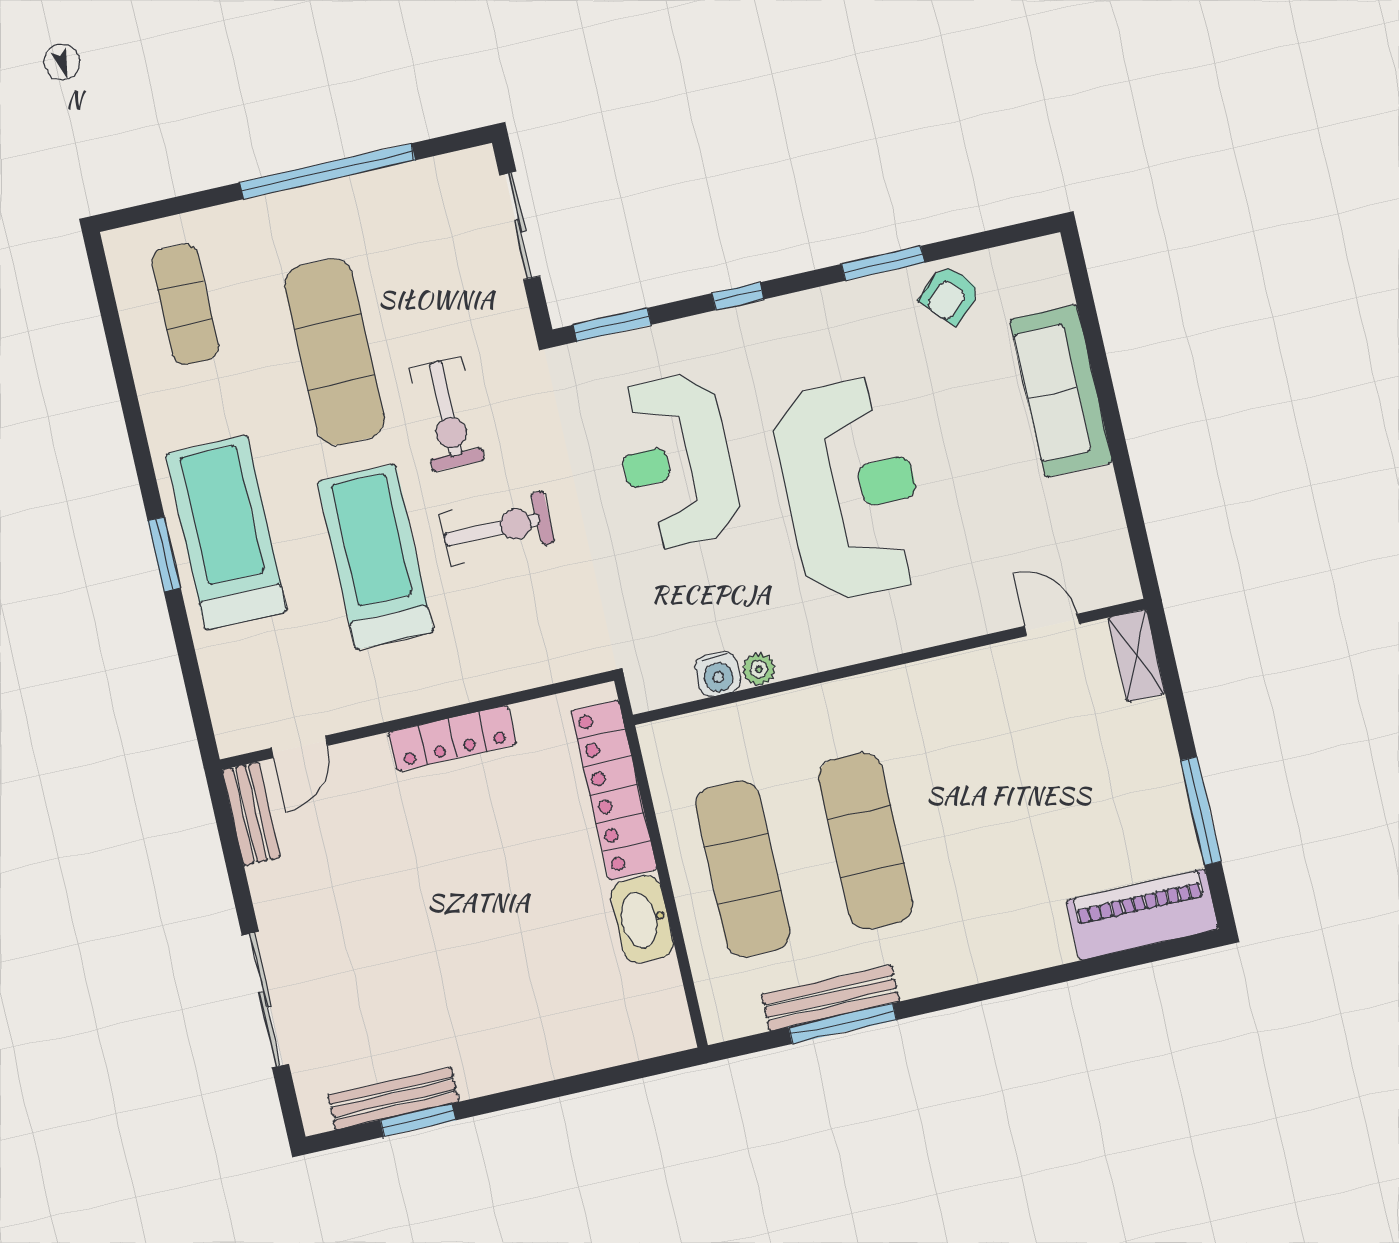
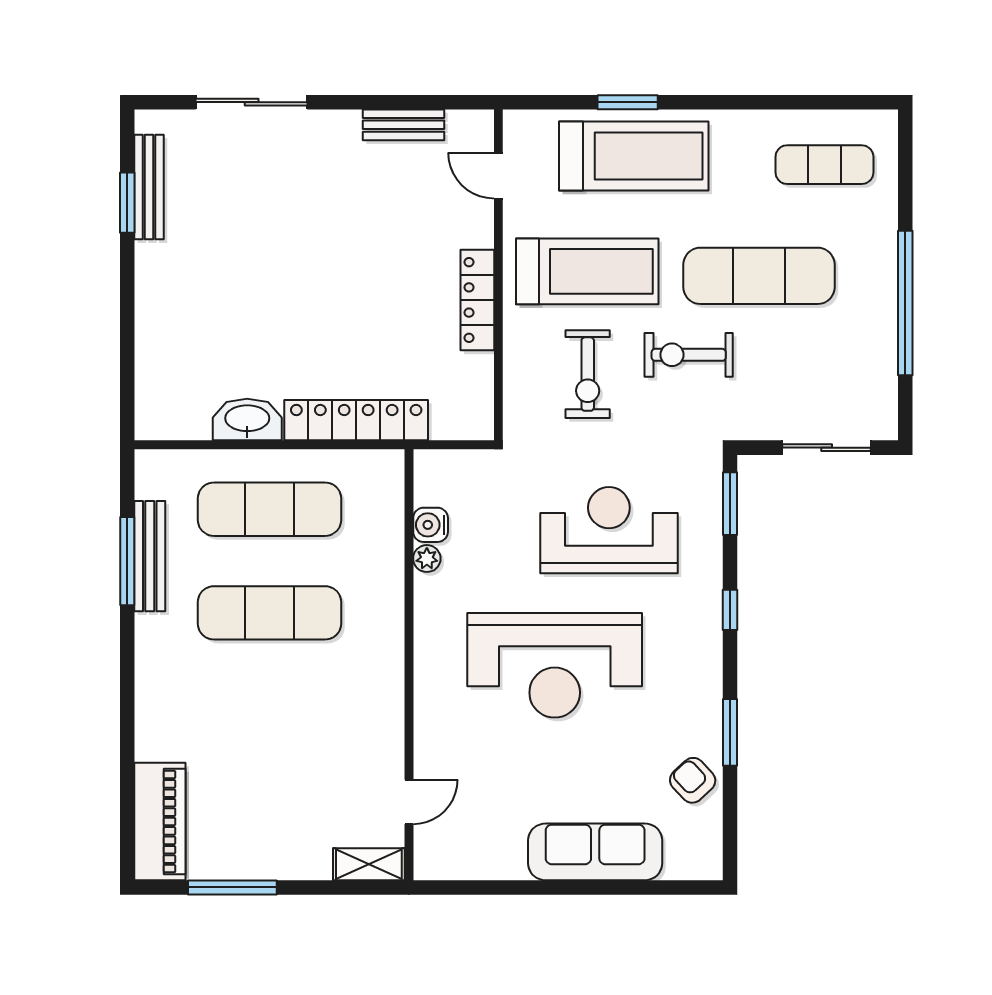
wall: (417, 720) -> (498, 275), moved
locker: (452, 738) -> (477, 300), moved
door: (299, 747) -> (498, 176), moved

